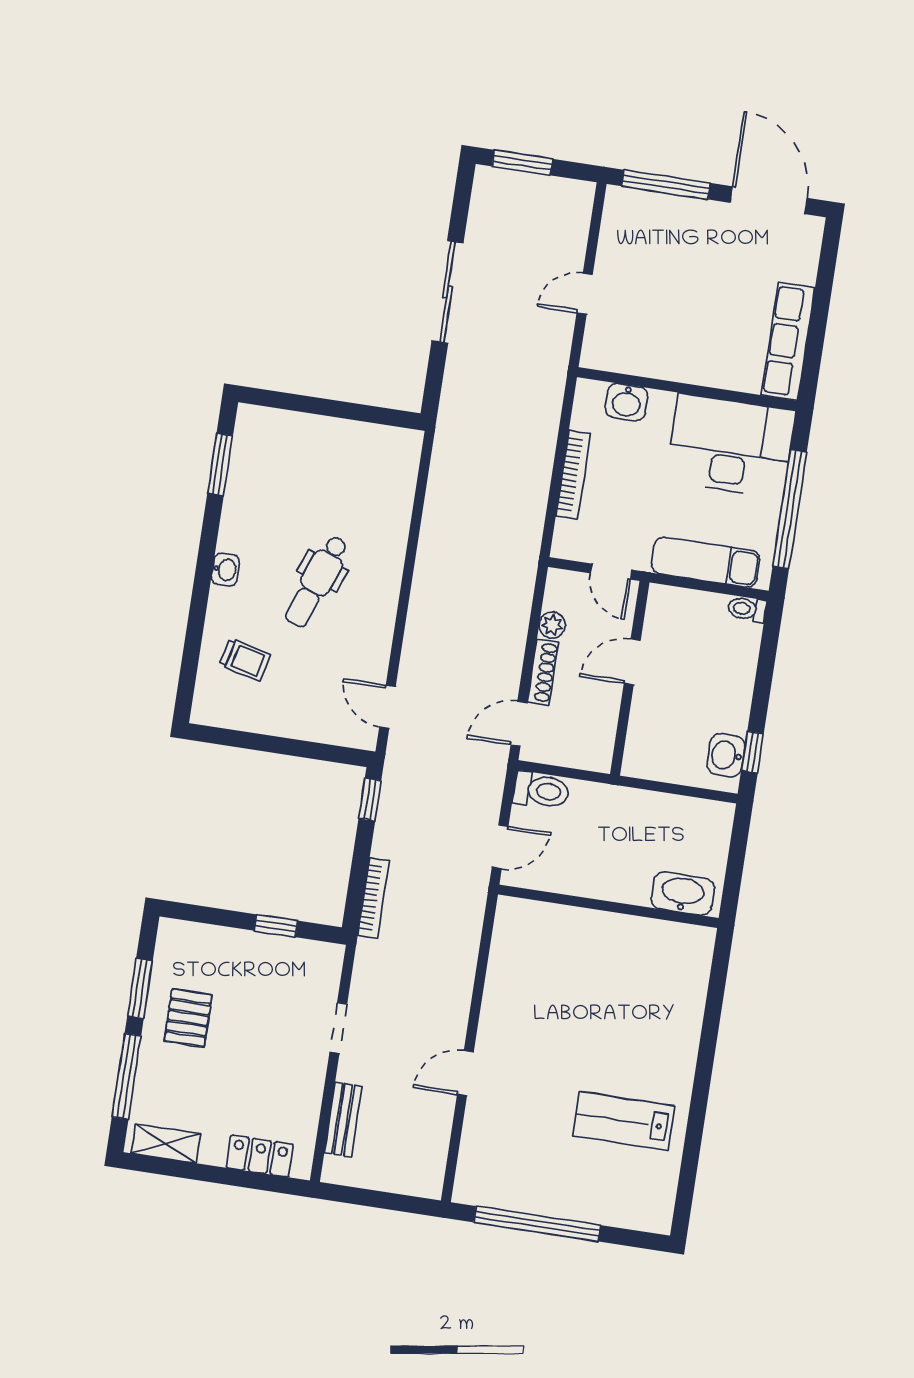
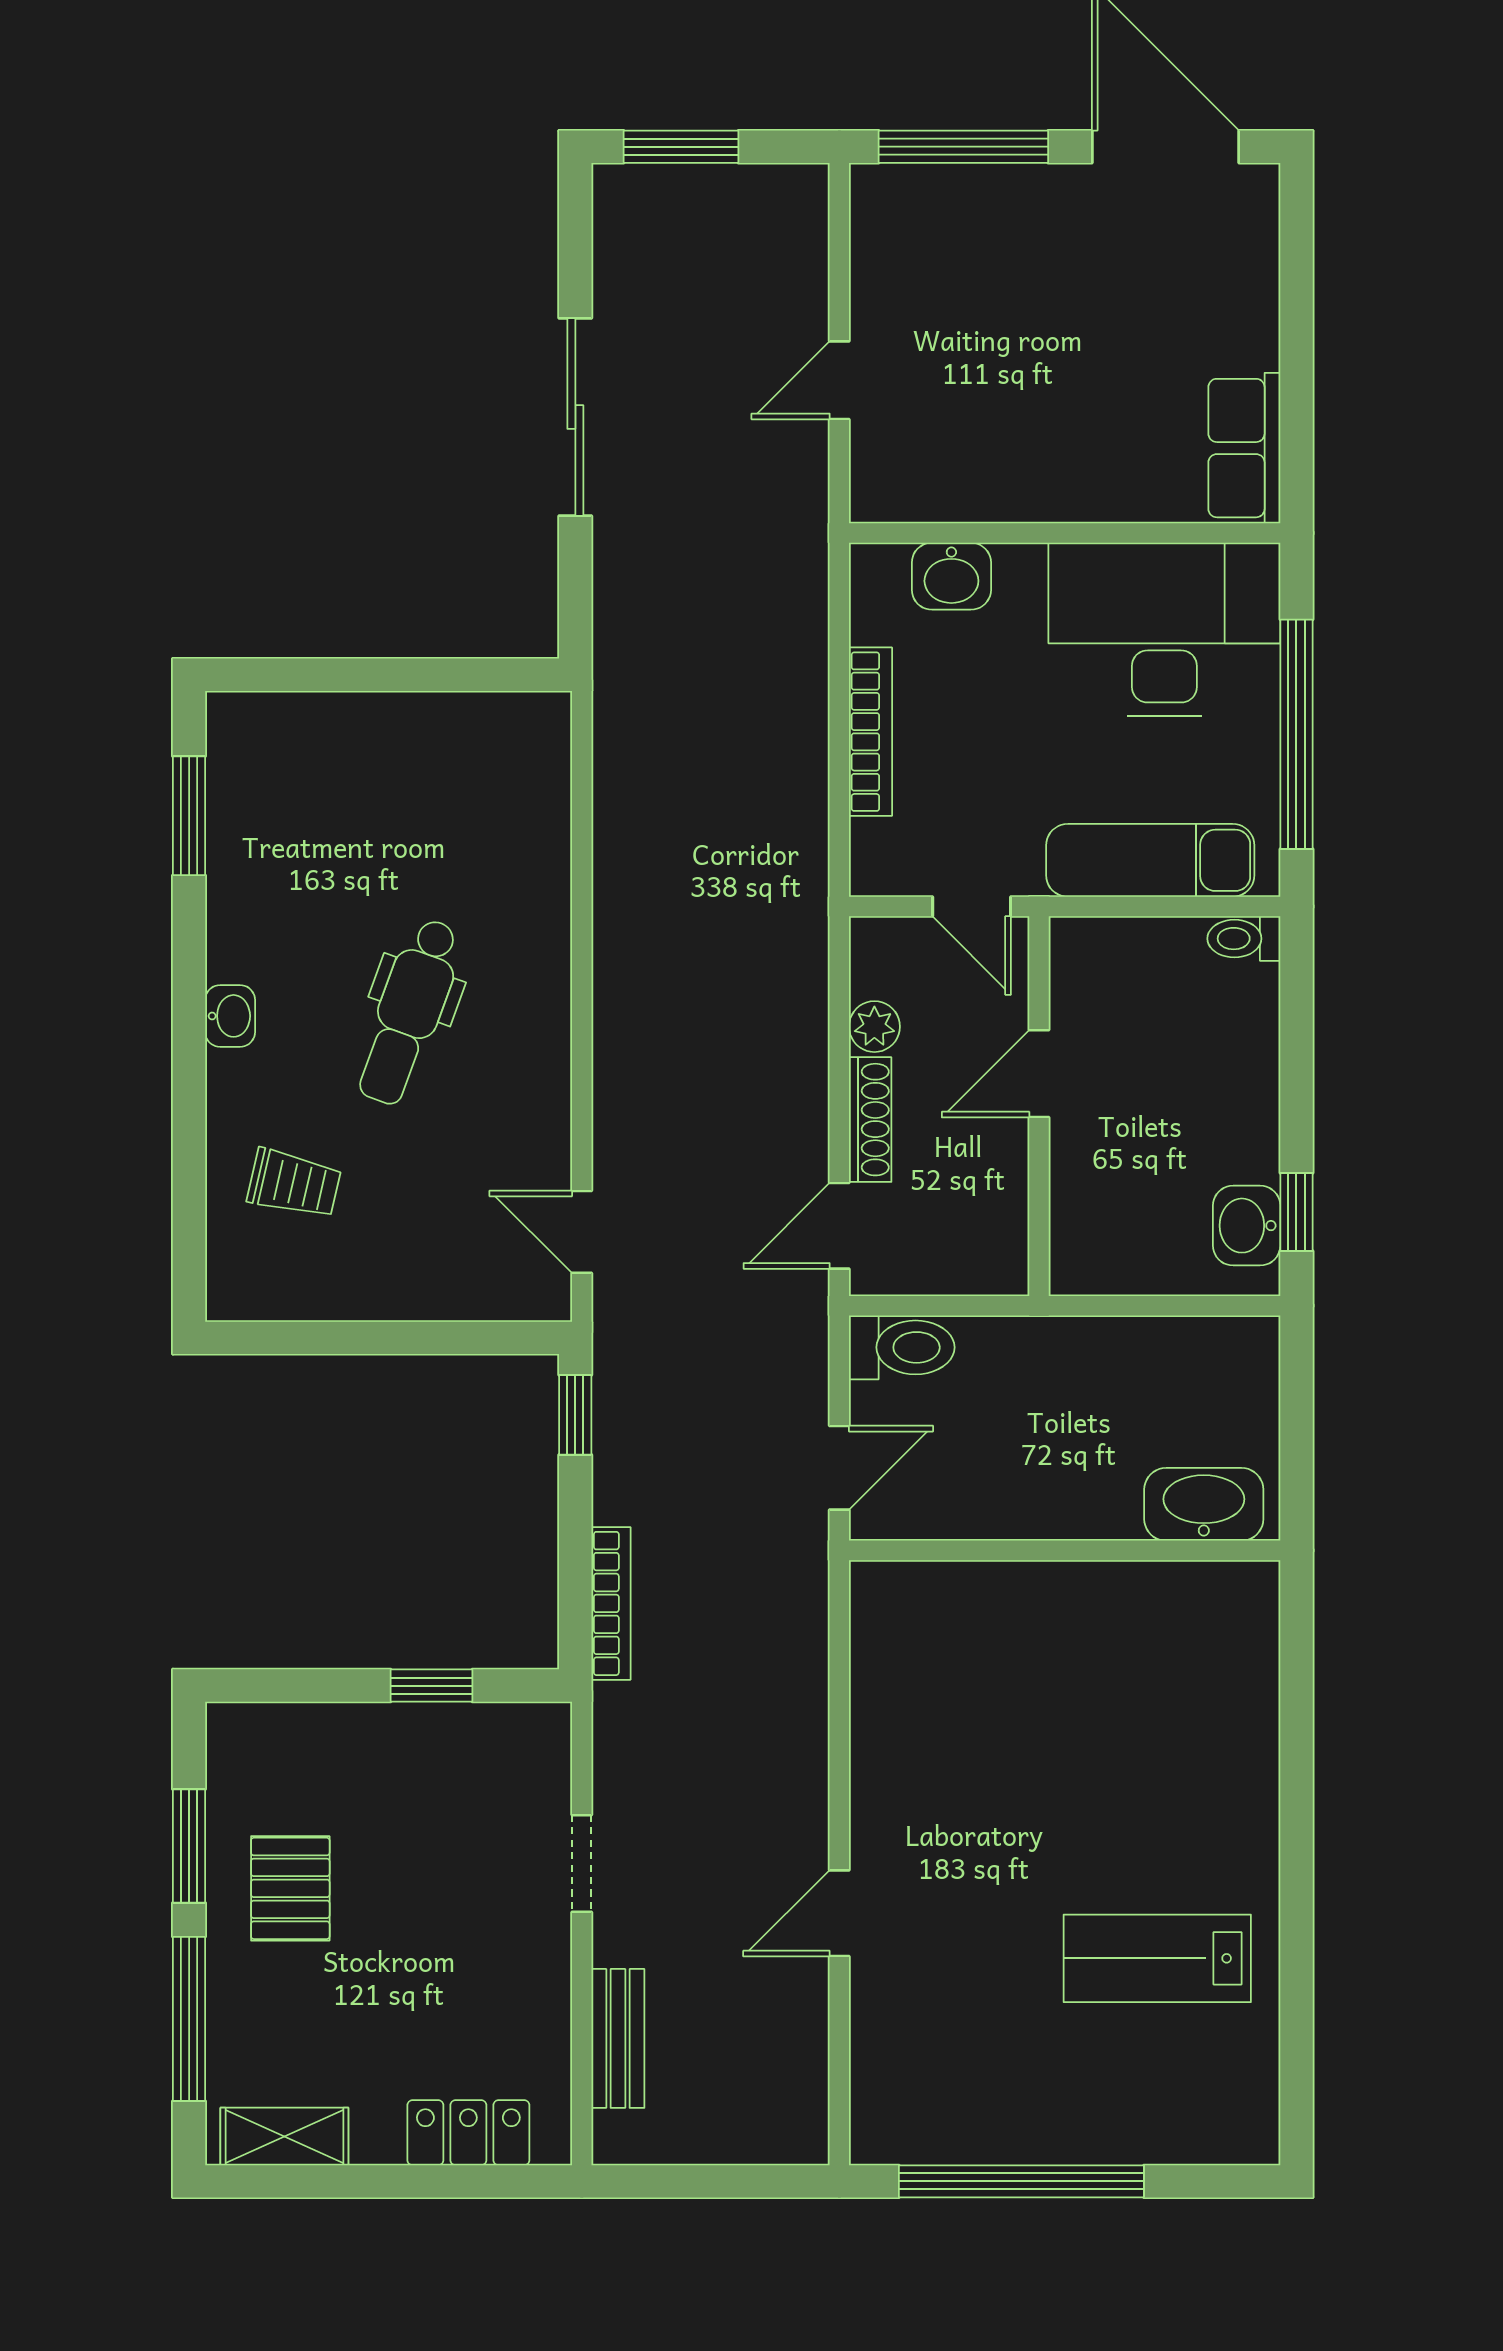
row of seats: (788, 341) -> (1244, 448), width x0.68

